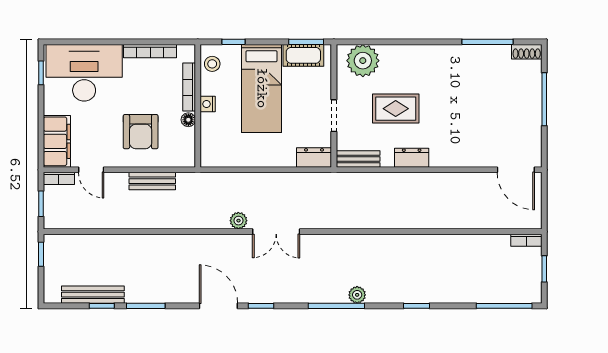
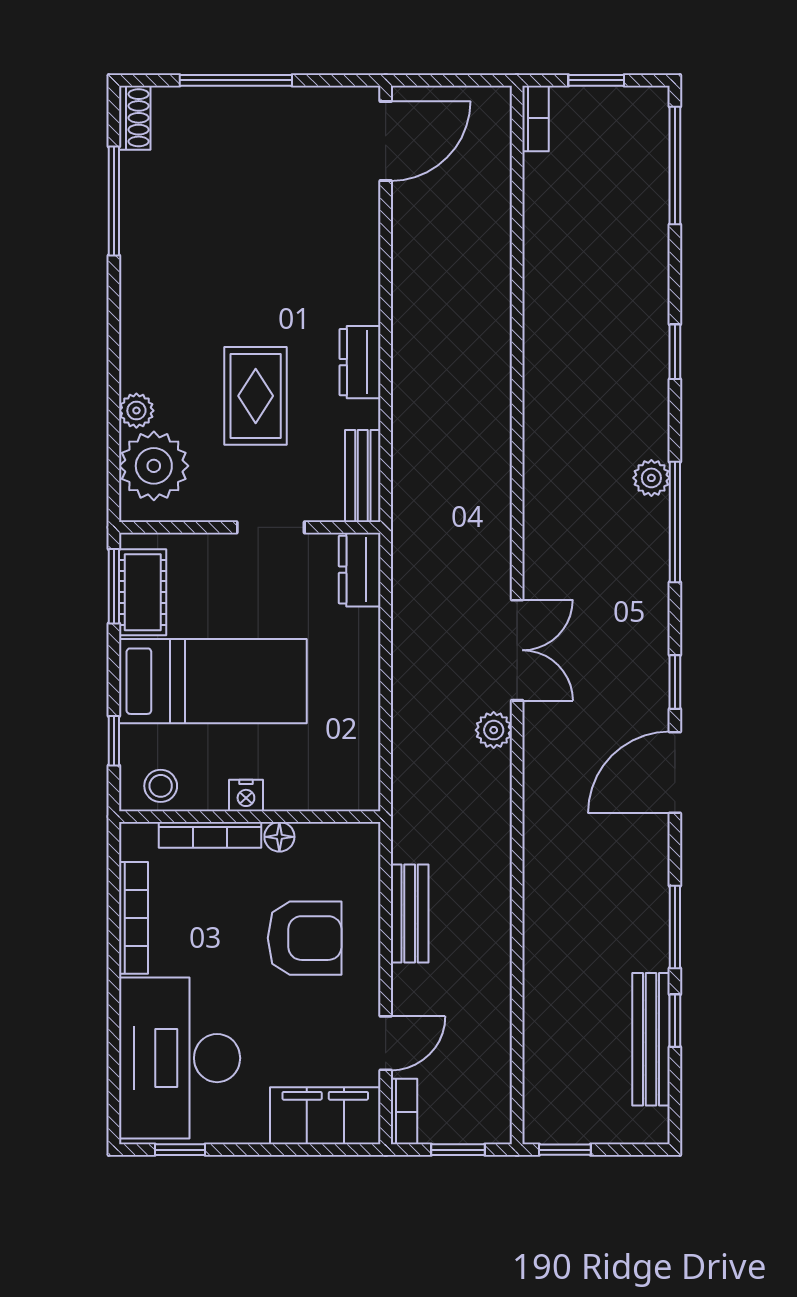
plant: (389, 52) -> (136, 411), added

